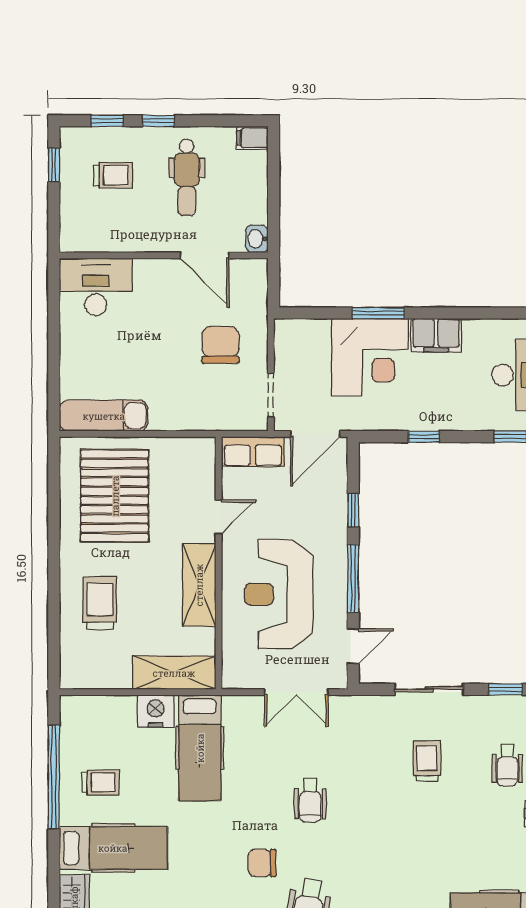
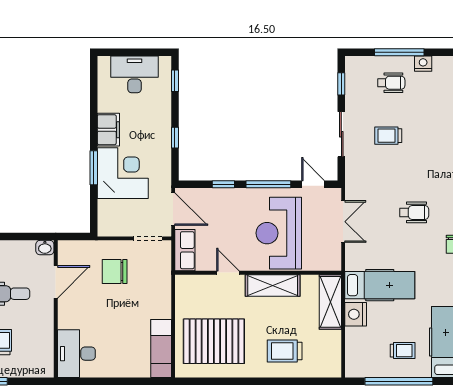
reception desk: (279, 594) -> (279, 233), turned 90
trolley: (100, 782) -> (403, 351), turned 90

